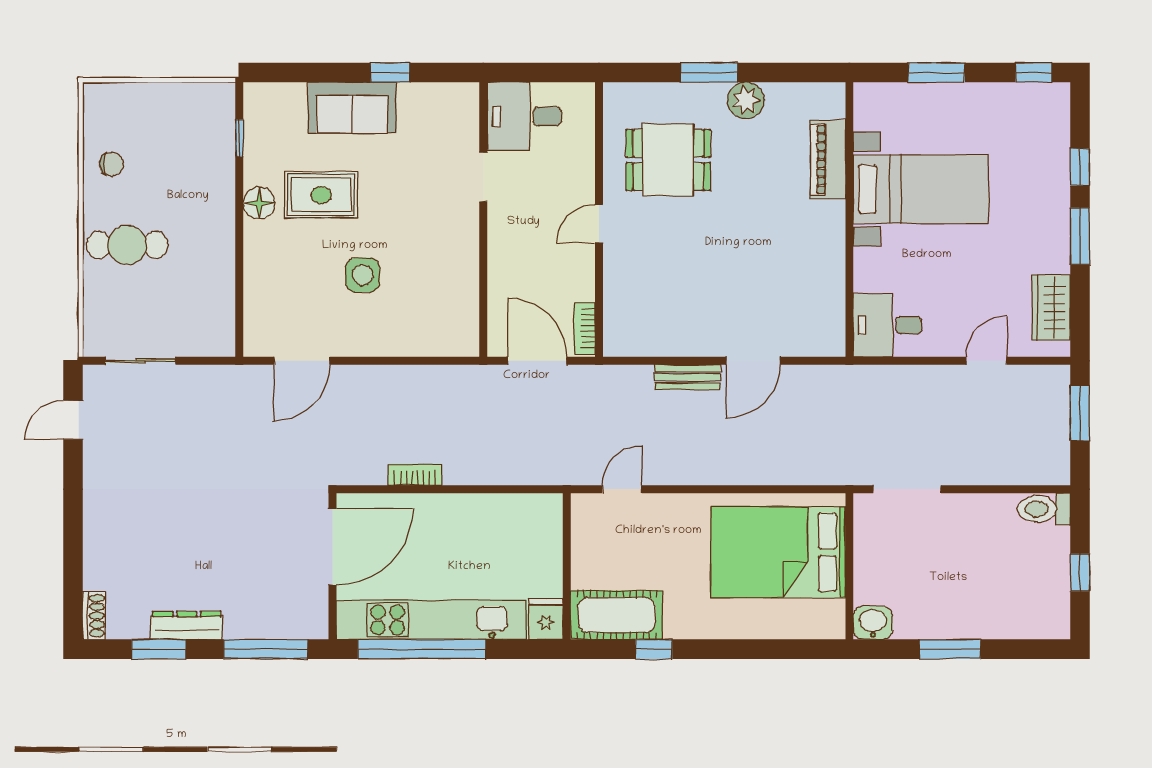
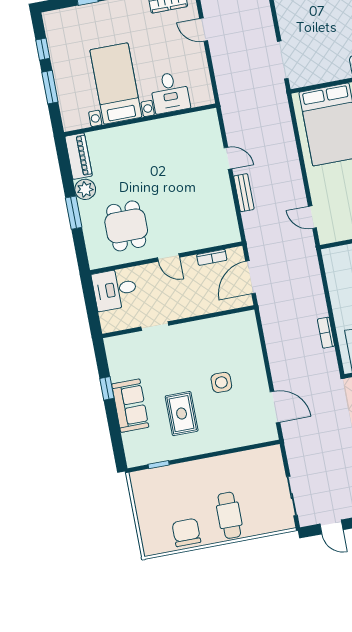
window: (1034, 72) -> (43, 49), moved
desk: (524, 116) -> (115, 289), moved, turned 90
piano: (828, 160) -> (79, 156), moved, turned -90
chair: (111, 164) -> (186, 532), width x1.87, depth x1.87
floor lamp: (259, 203) -> (192, 447), removed
desk: (888, 325) -> (170, 92), moved
bookcase: (585, 328) -> (212, 257), moved
door: (753, 361) -> (228, 158), width x0.73

